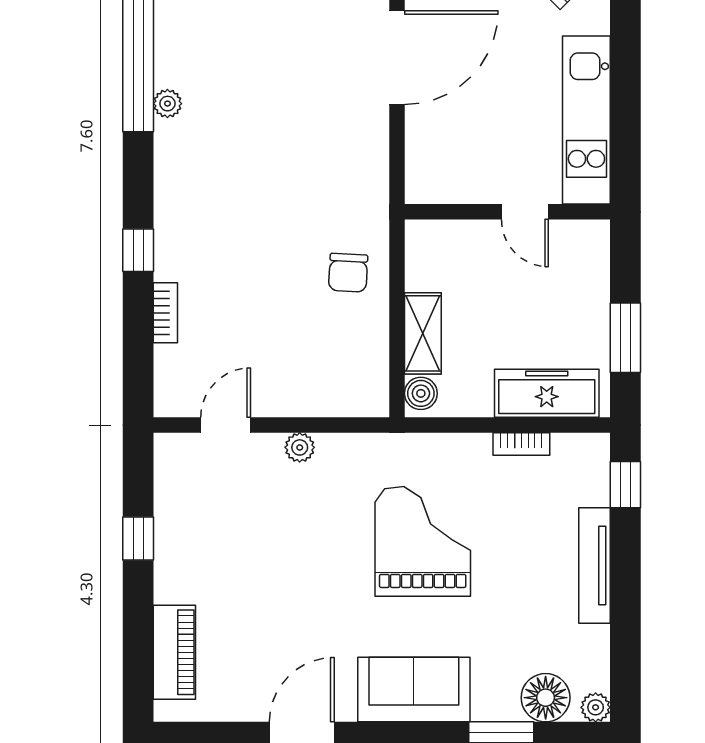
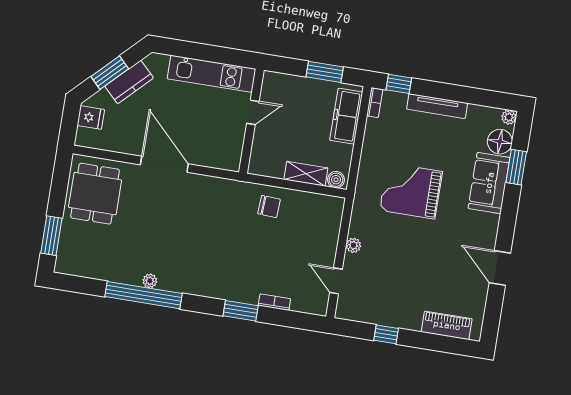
plant: (167, 104) -> (150, 281), moved
window: (138, 250) -> (241, 311), width x1.50
bookcase: (521, 444) -> (375, 103), moved
sofa: (414, 690) -> (489, 183), moved

